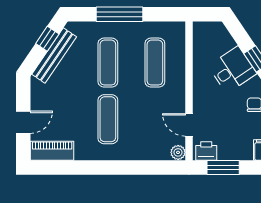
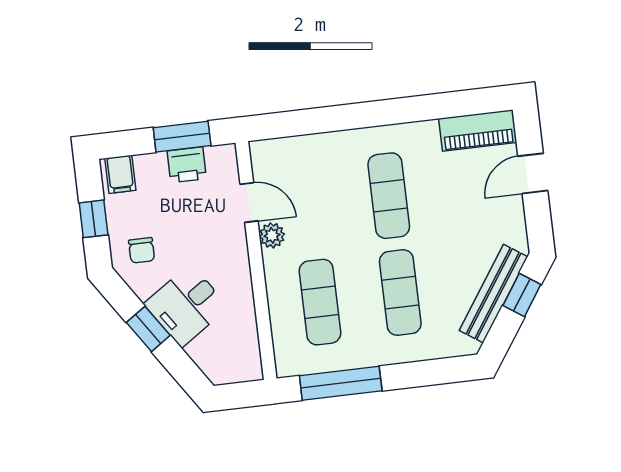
window: (120, 14) -> (341, 383), moved
window: (47, 39) -> (522, 295), moved
printer: (206, 151) -> (187, 165), moved
plant: (178, 152) -> (272, 235), moved

